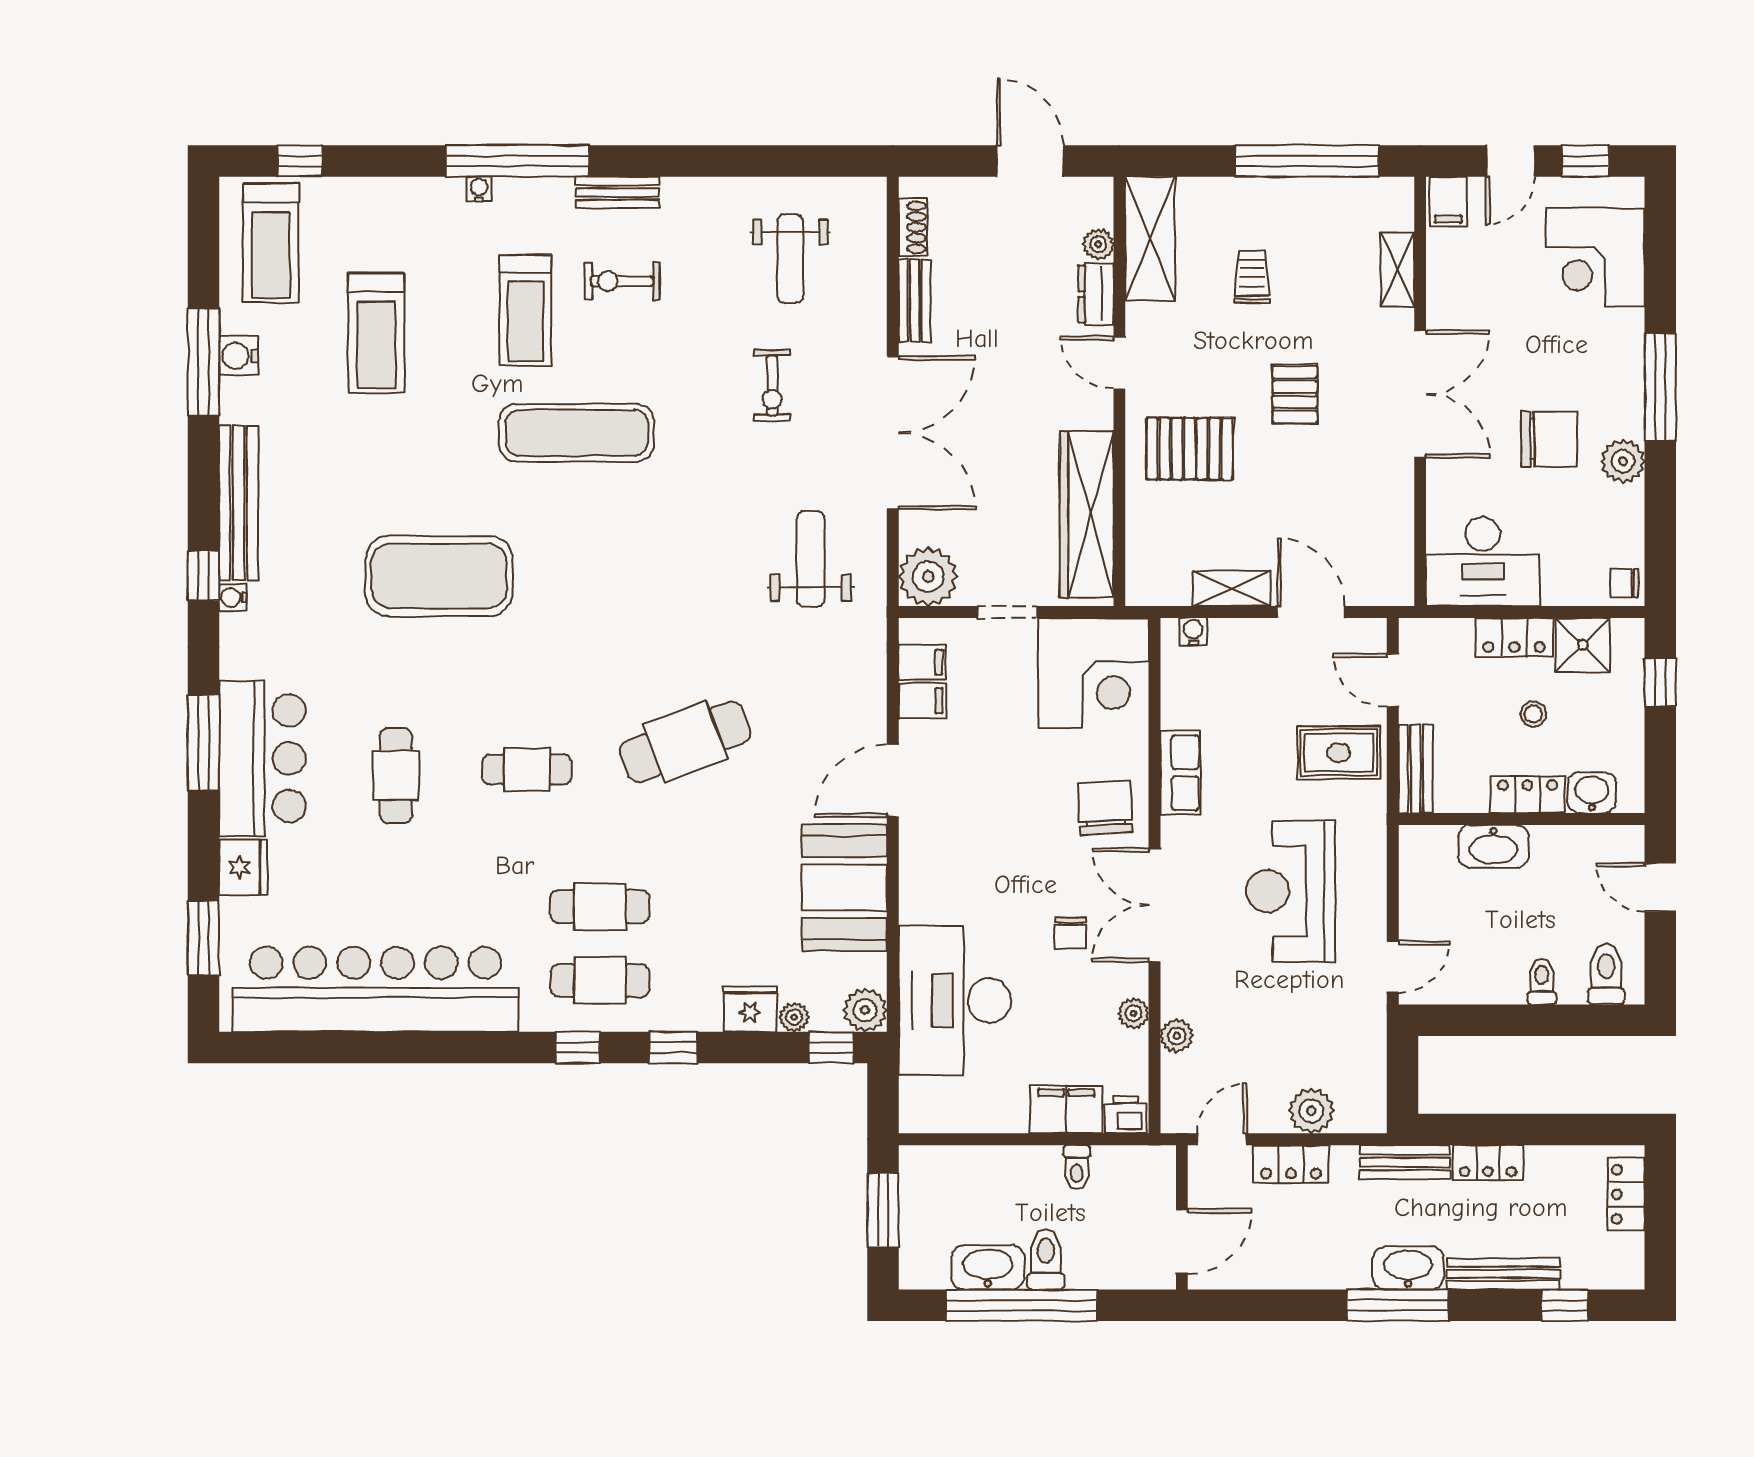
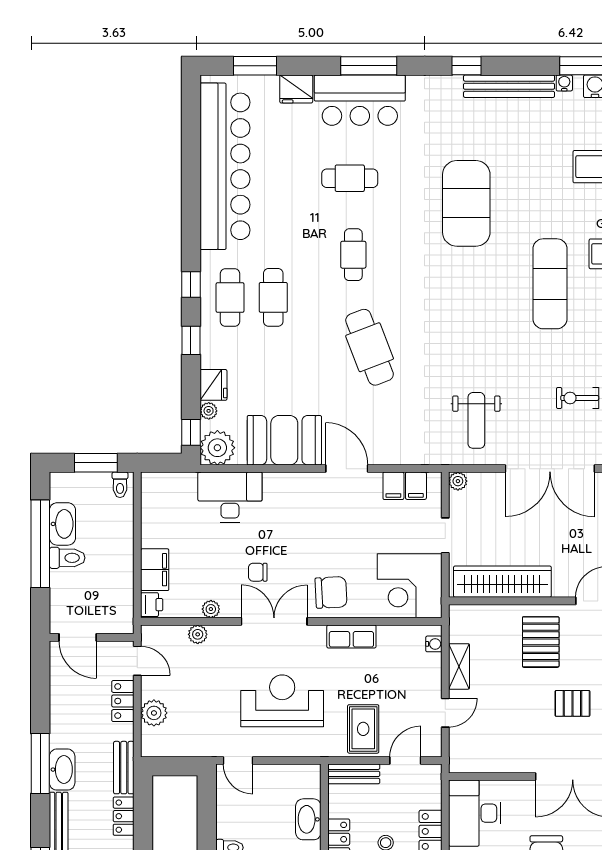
weight bench: (811, 559) -> (476, 420), turned 90
plant: (928, 577) -> (458, 481), width x0.53, depth x0.53
water cooler: (233, 598) -> (564, 83), moved
door: (1311, 612) -> (445, 713), width x0.73
desk: (955, 1001) -> (230, 497), width x0.73, depth x0.77
plant: (865, 1010) -> (217, 448), width x1.36, depth x1.36
toilet: (1077, 1167) -> (120, 485), moved, turned -90

